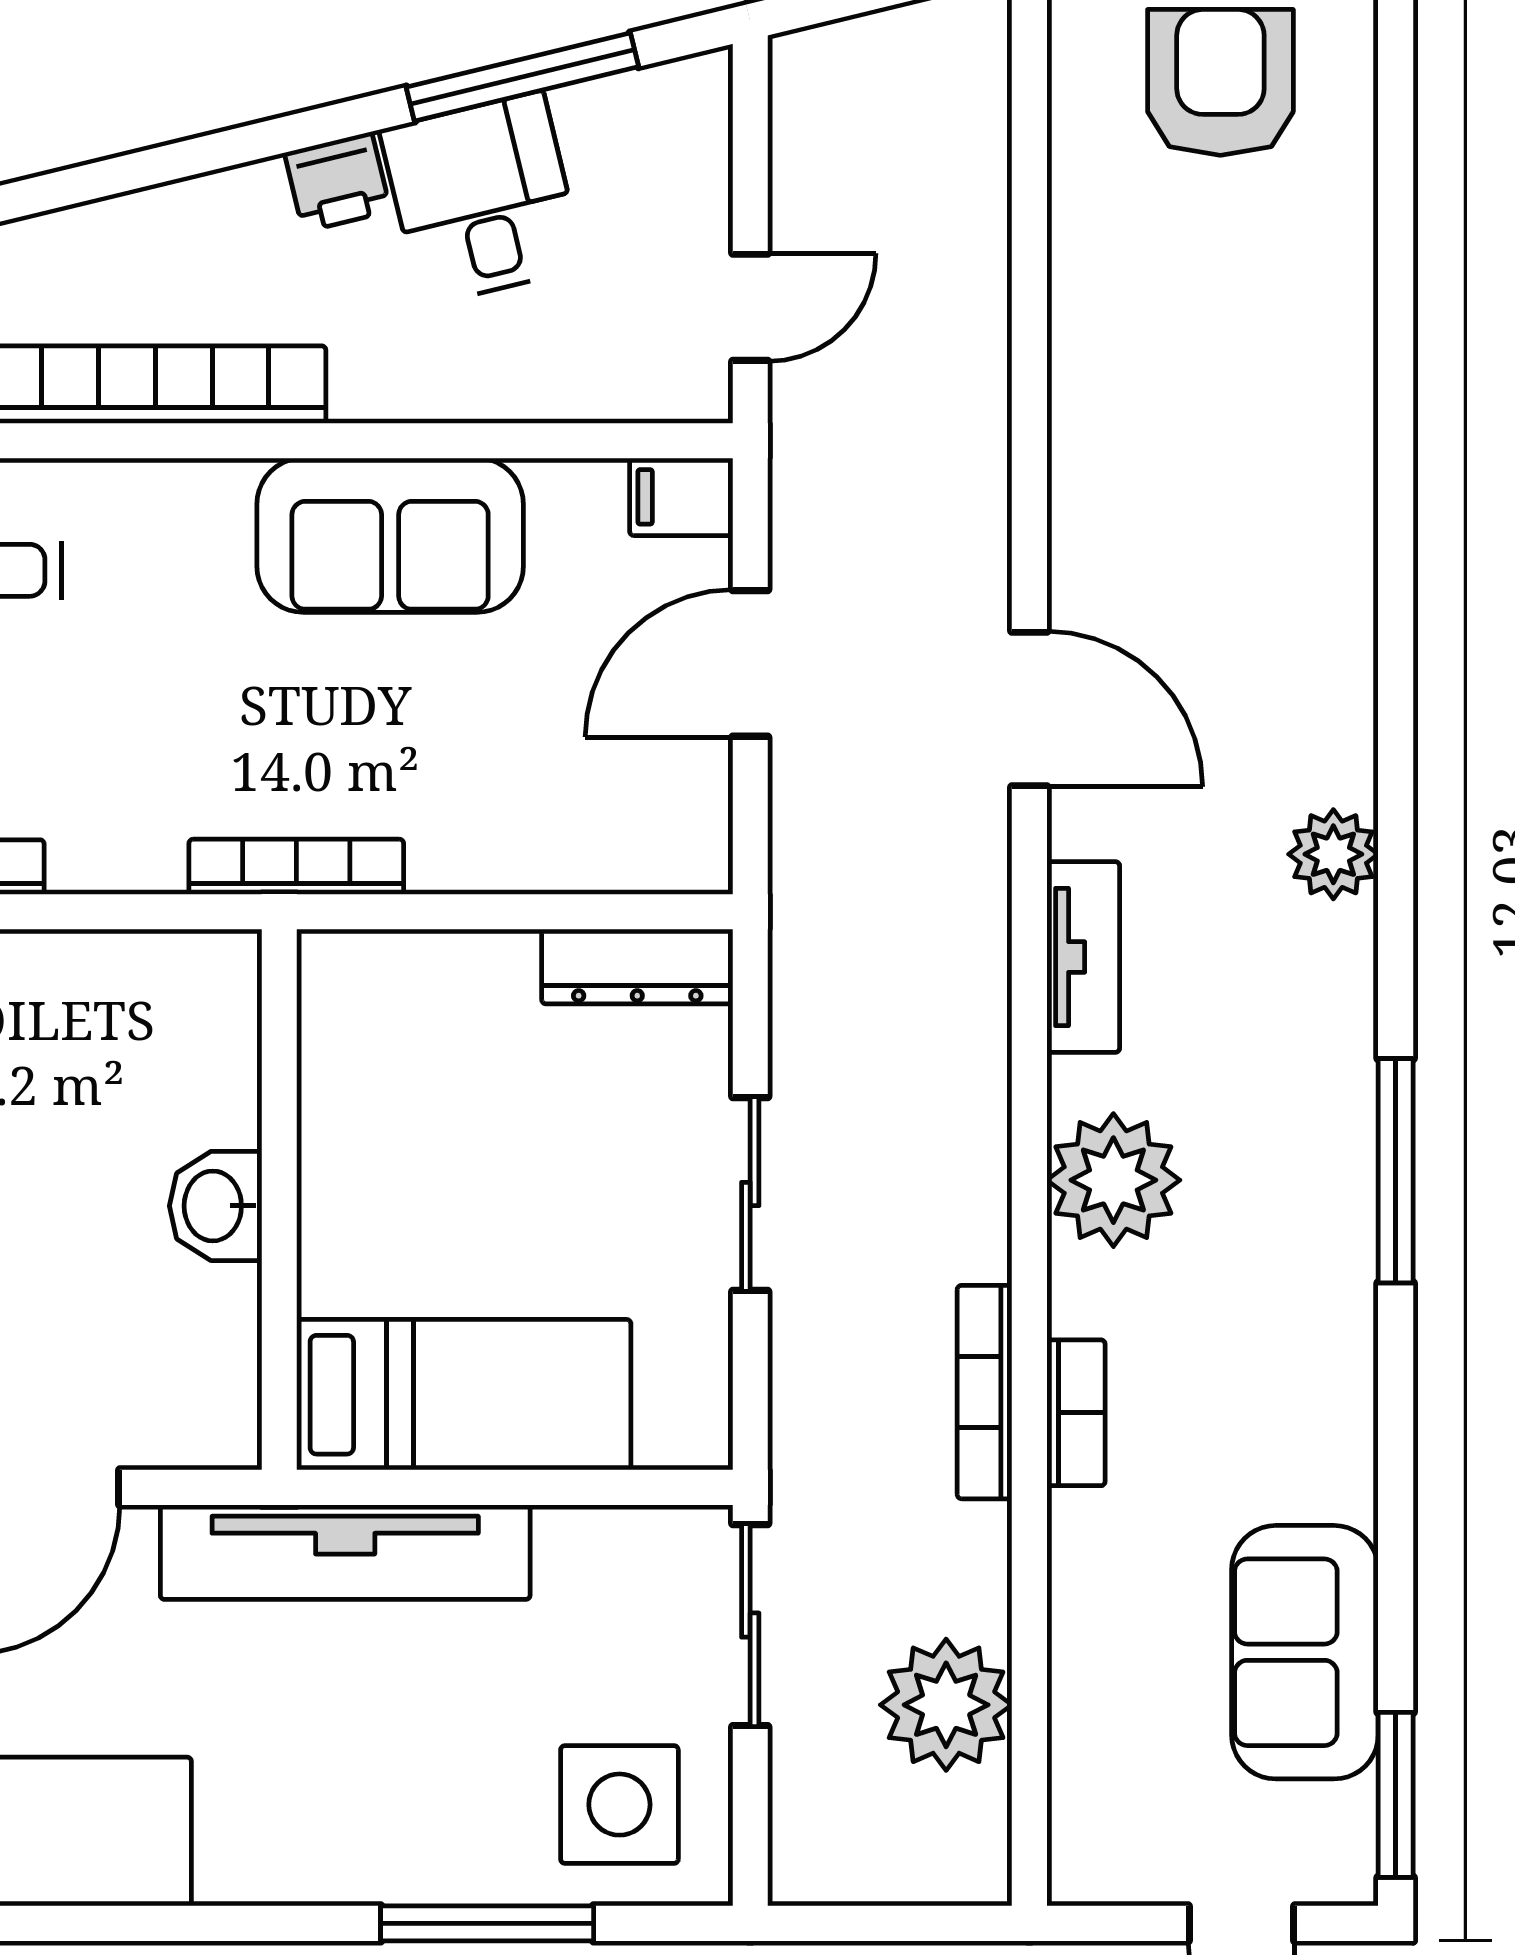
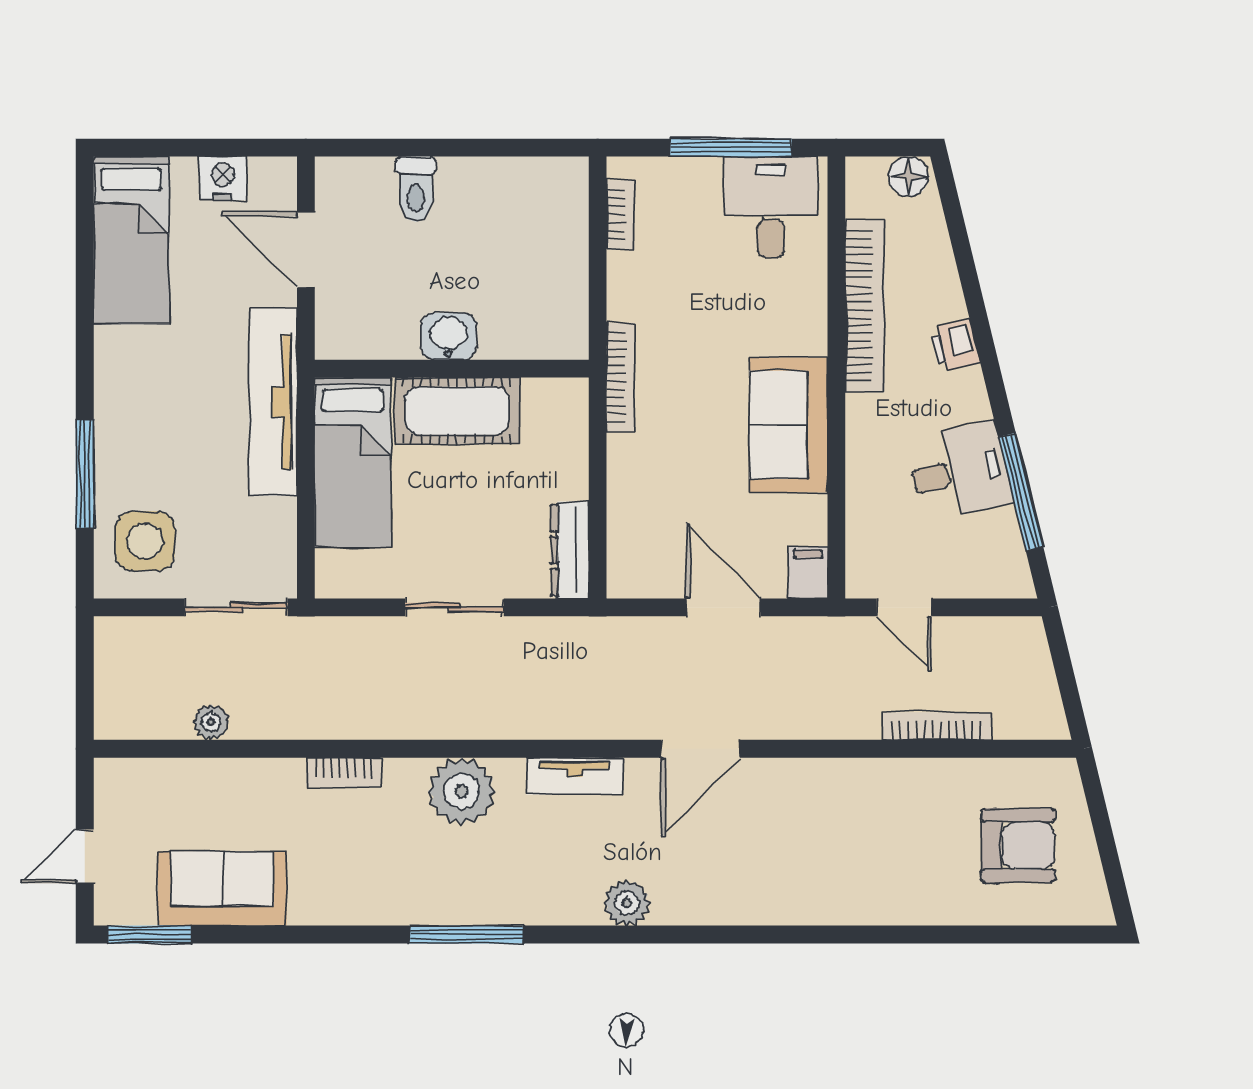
printer: (337, 182) -> (955, 346), moved
cot: (362, 1189) -> (457, 411), added
bookcase: (985, 1392) -> (937, 726), moved
plant: (946, 1705) -> (211, 722), width x0.53, depth x0.53

